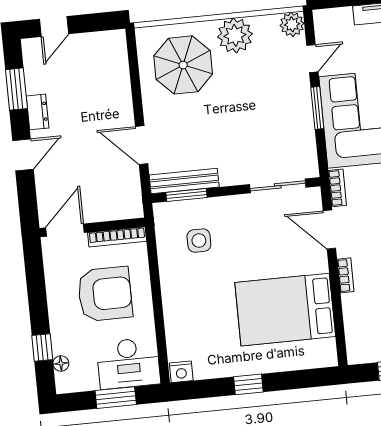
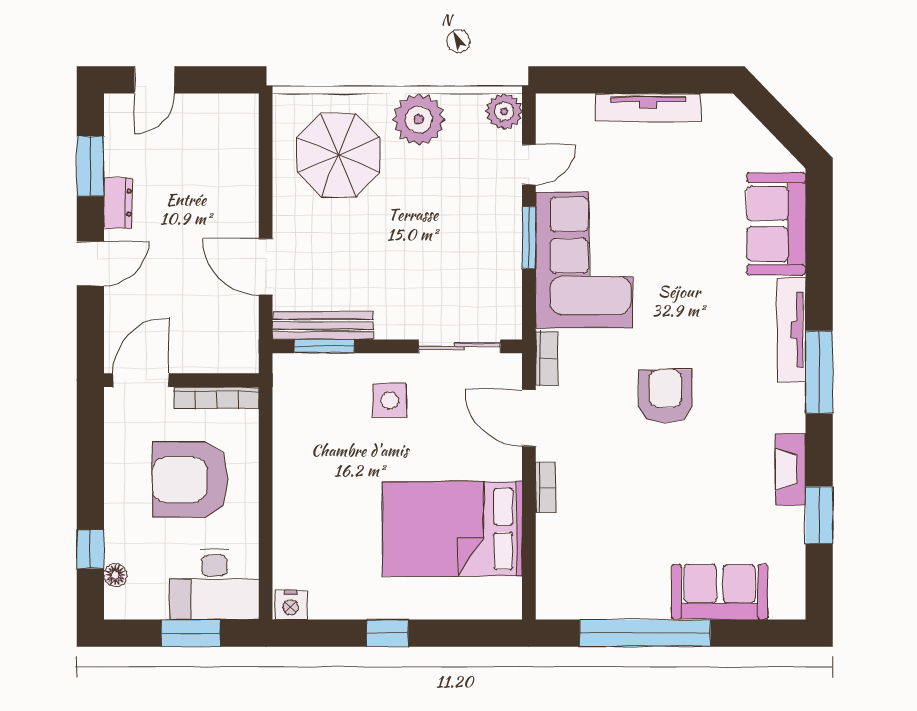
side table: (199, 241) -> (390, 400), moved
armchair: (105, 294) -> (190, 480), turned 180

